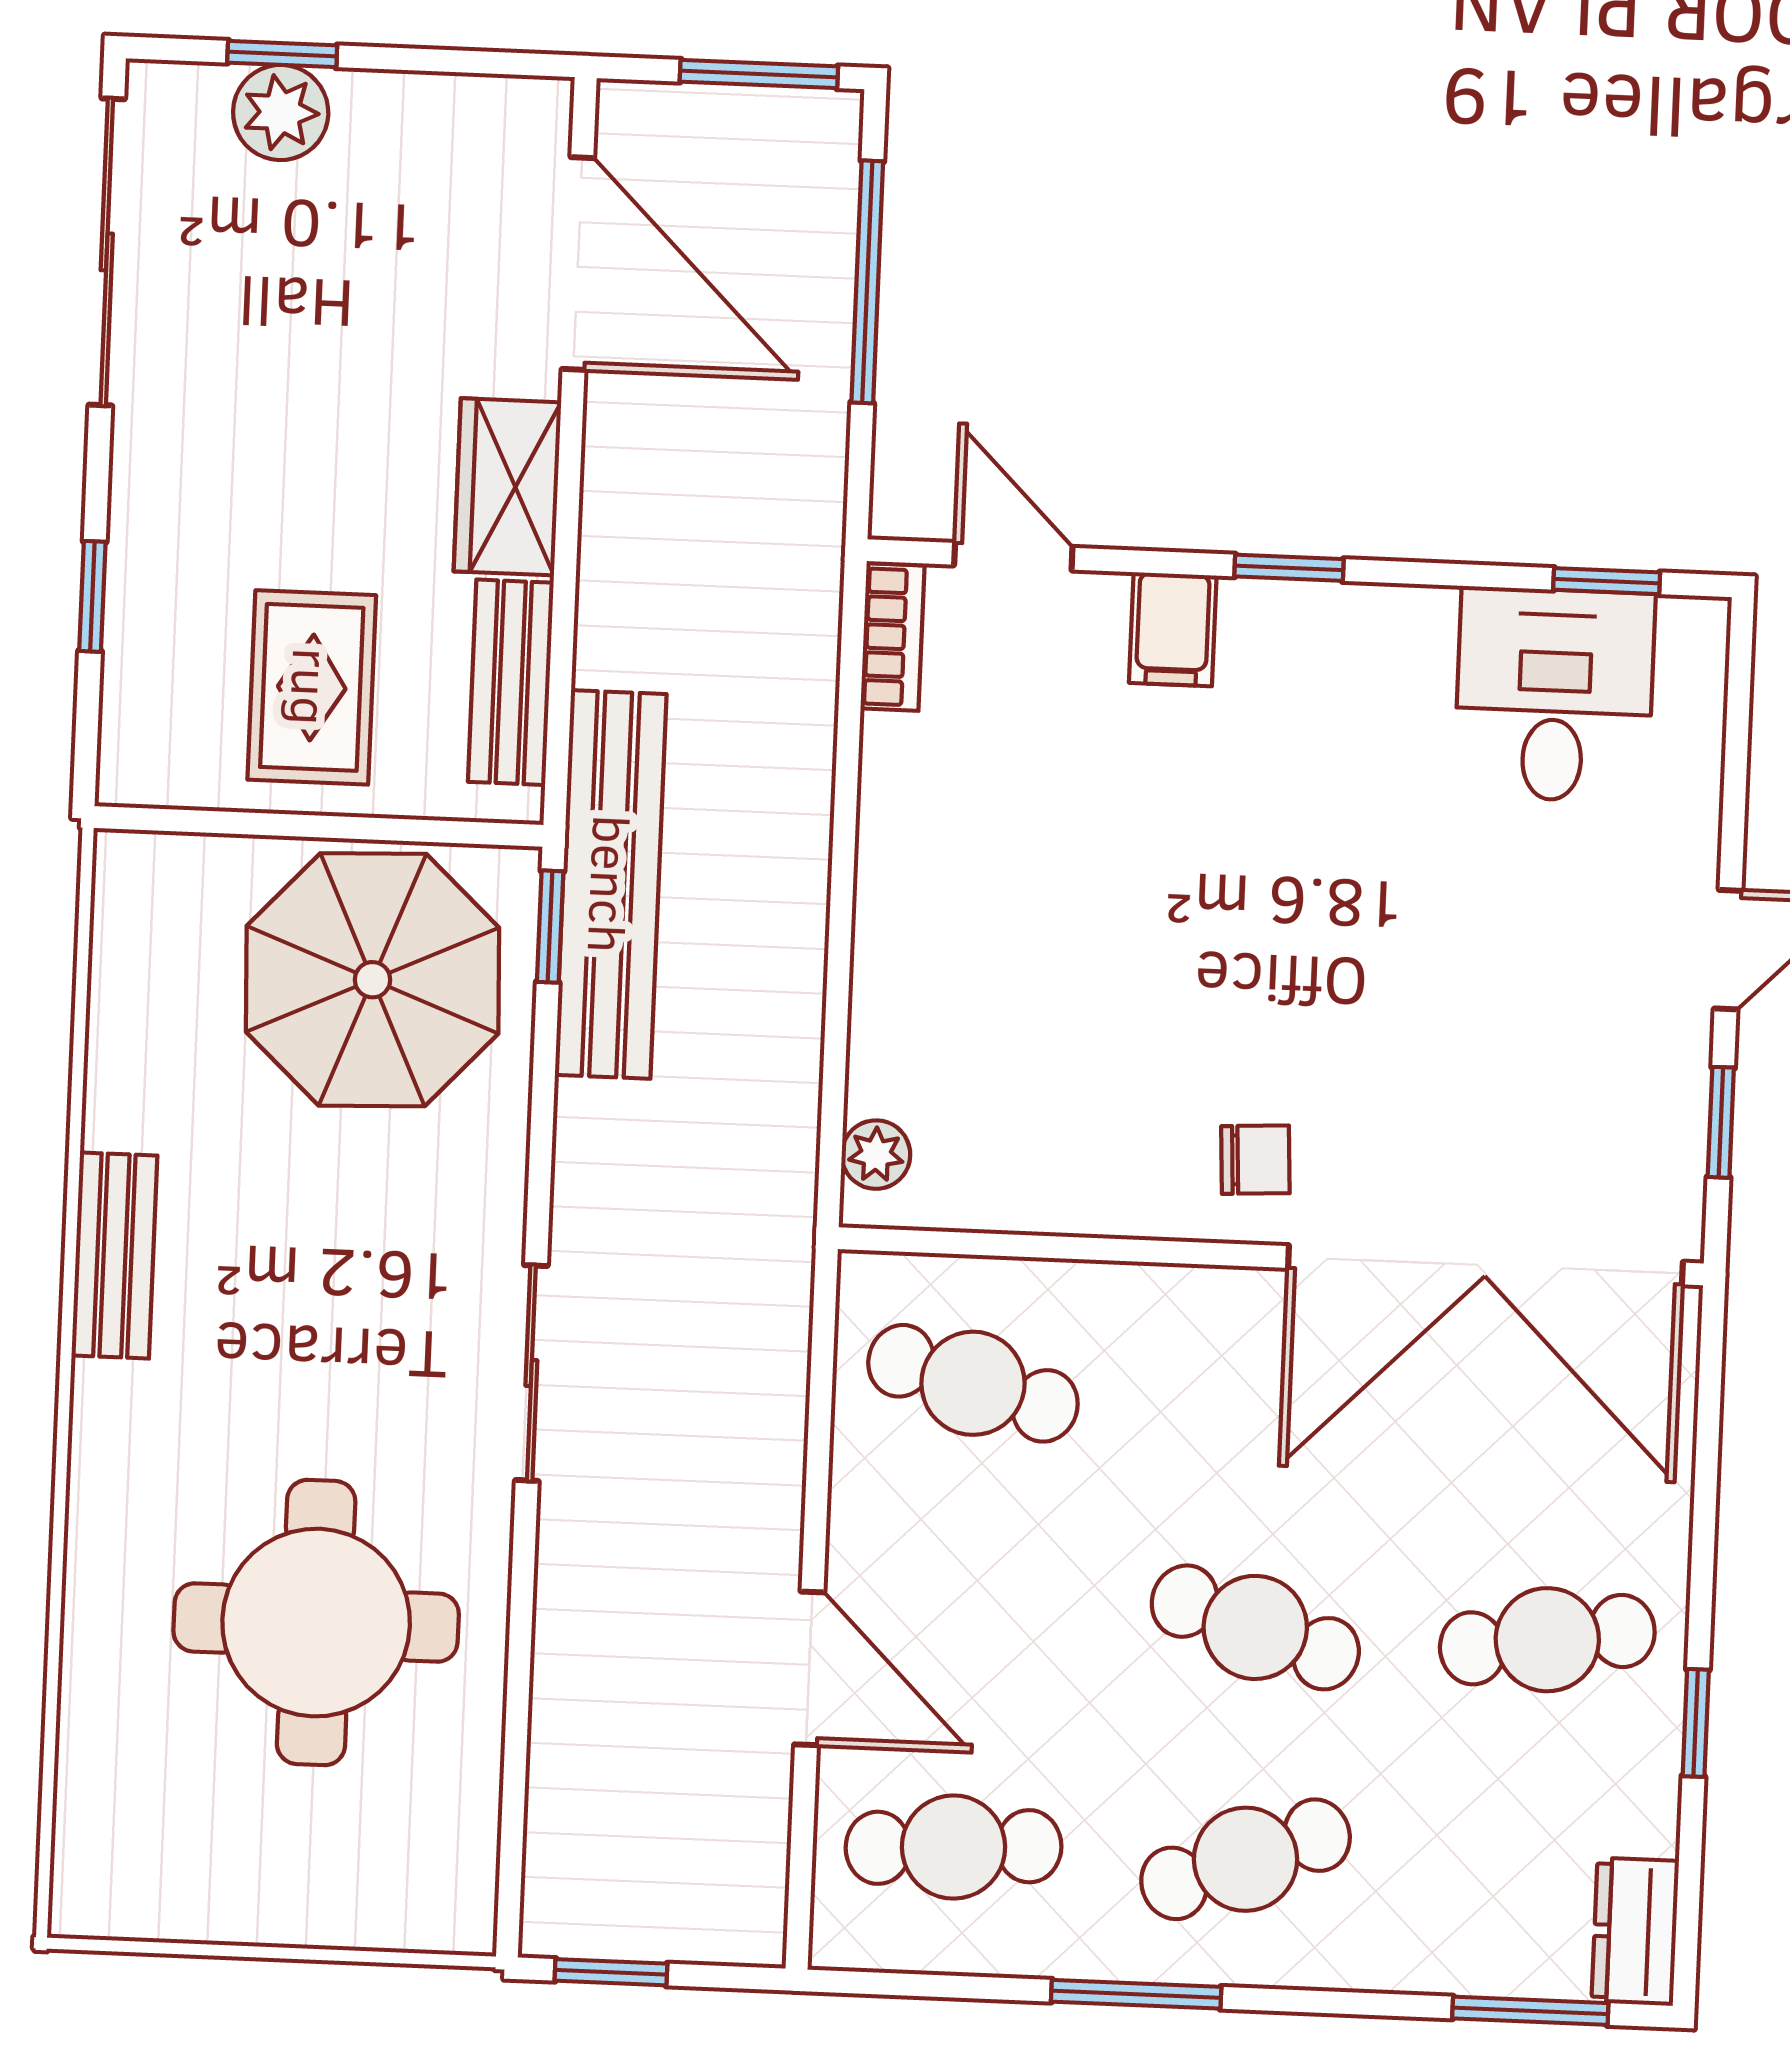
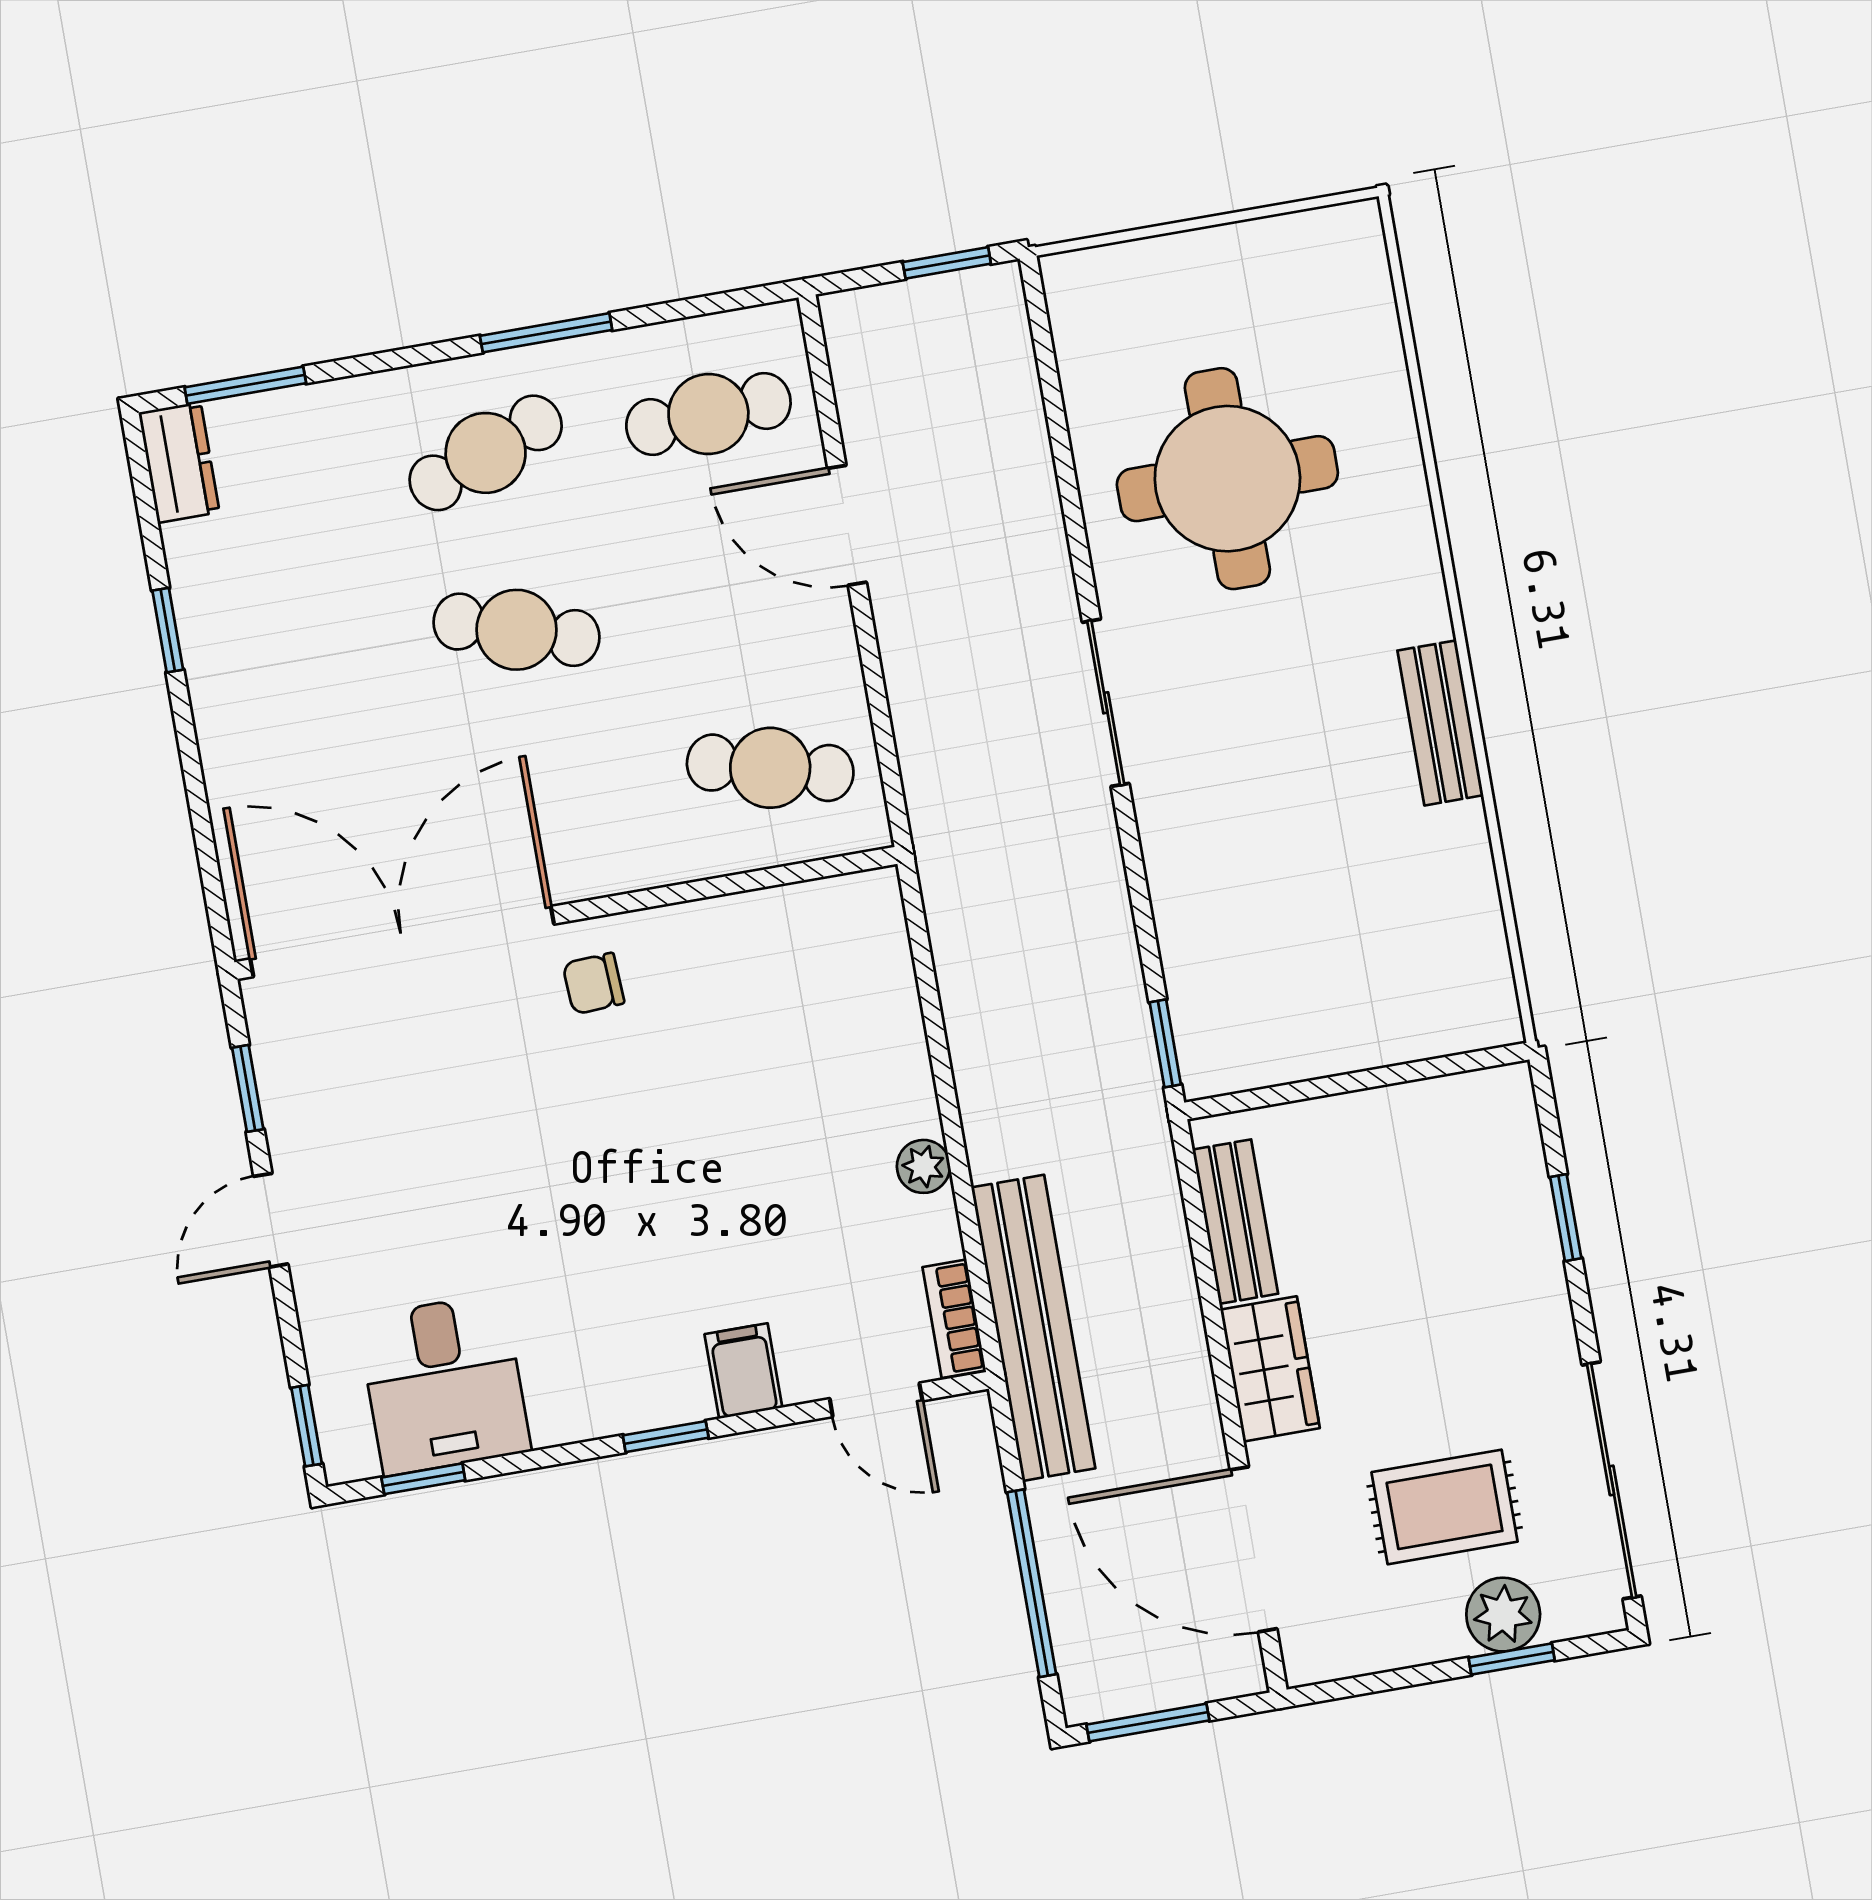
window: (1739, 680) -> (307, 1426), added
rug: (312, 687) -> (1445, 1507), moved, turned 90
bench: (611, 884) -> (1033, 1328), moved
parasol: (372, 980) -> (1291, 974), removed
plant: (876, 1155) -> (923, 1166), moved
cafe table: (1547, 1640) -> (294, 669), removed

